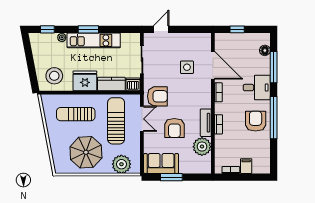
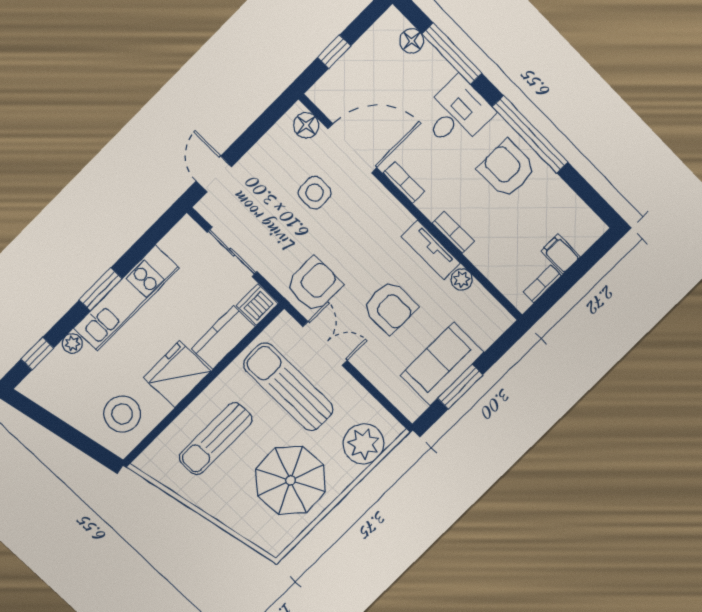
floor lamp: (205, 43) -> (306, 125), added
plant: (202, 147) -> (462, 279), width x0.53, depth x0.53
sofa: (161, 163) -> (442, 364), moved

